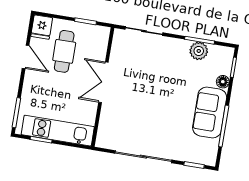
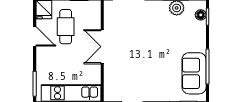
floor lamp: (223, 82) -> (201, 15), moved
sofa: (210, 112) -> (194, 73), moved

